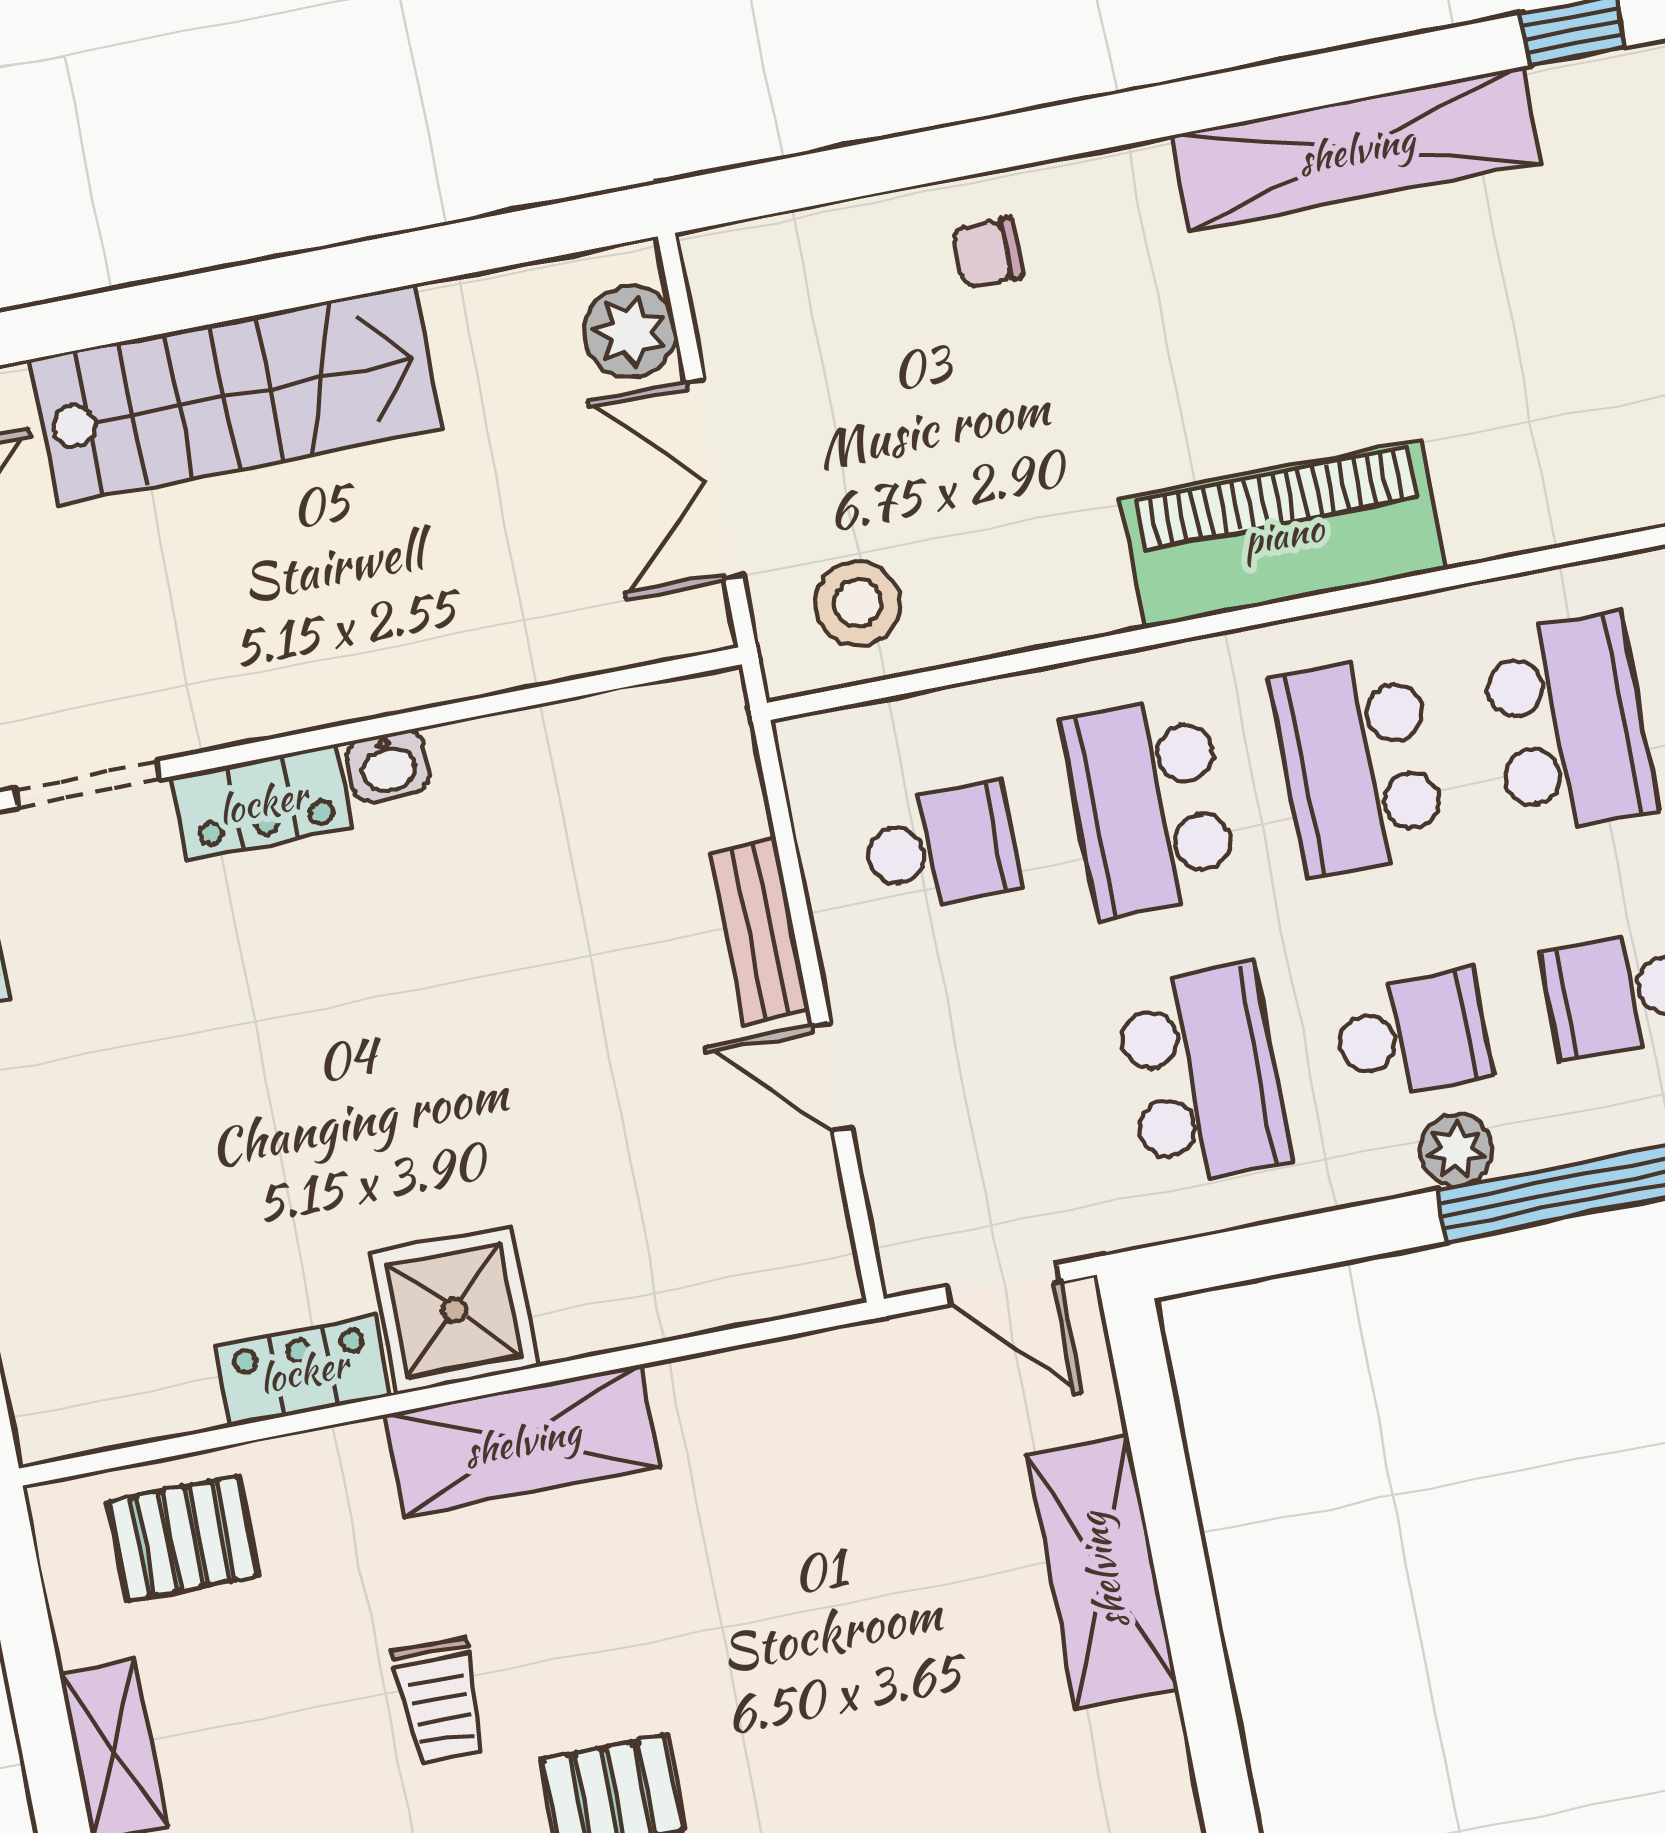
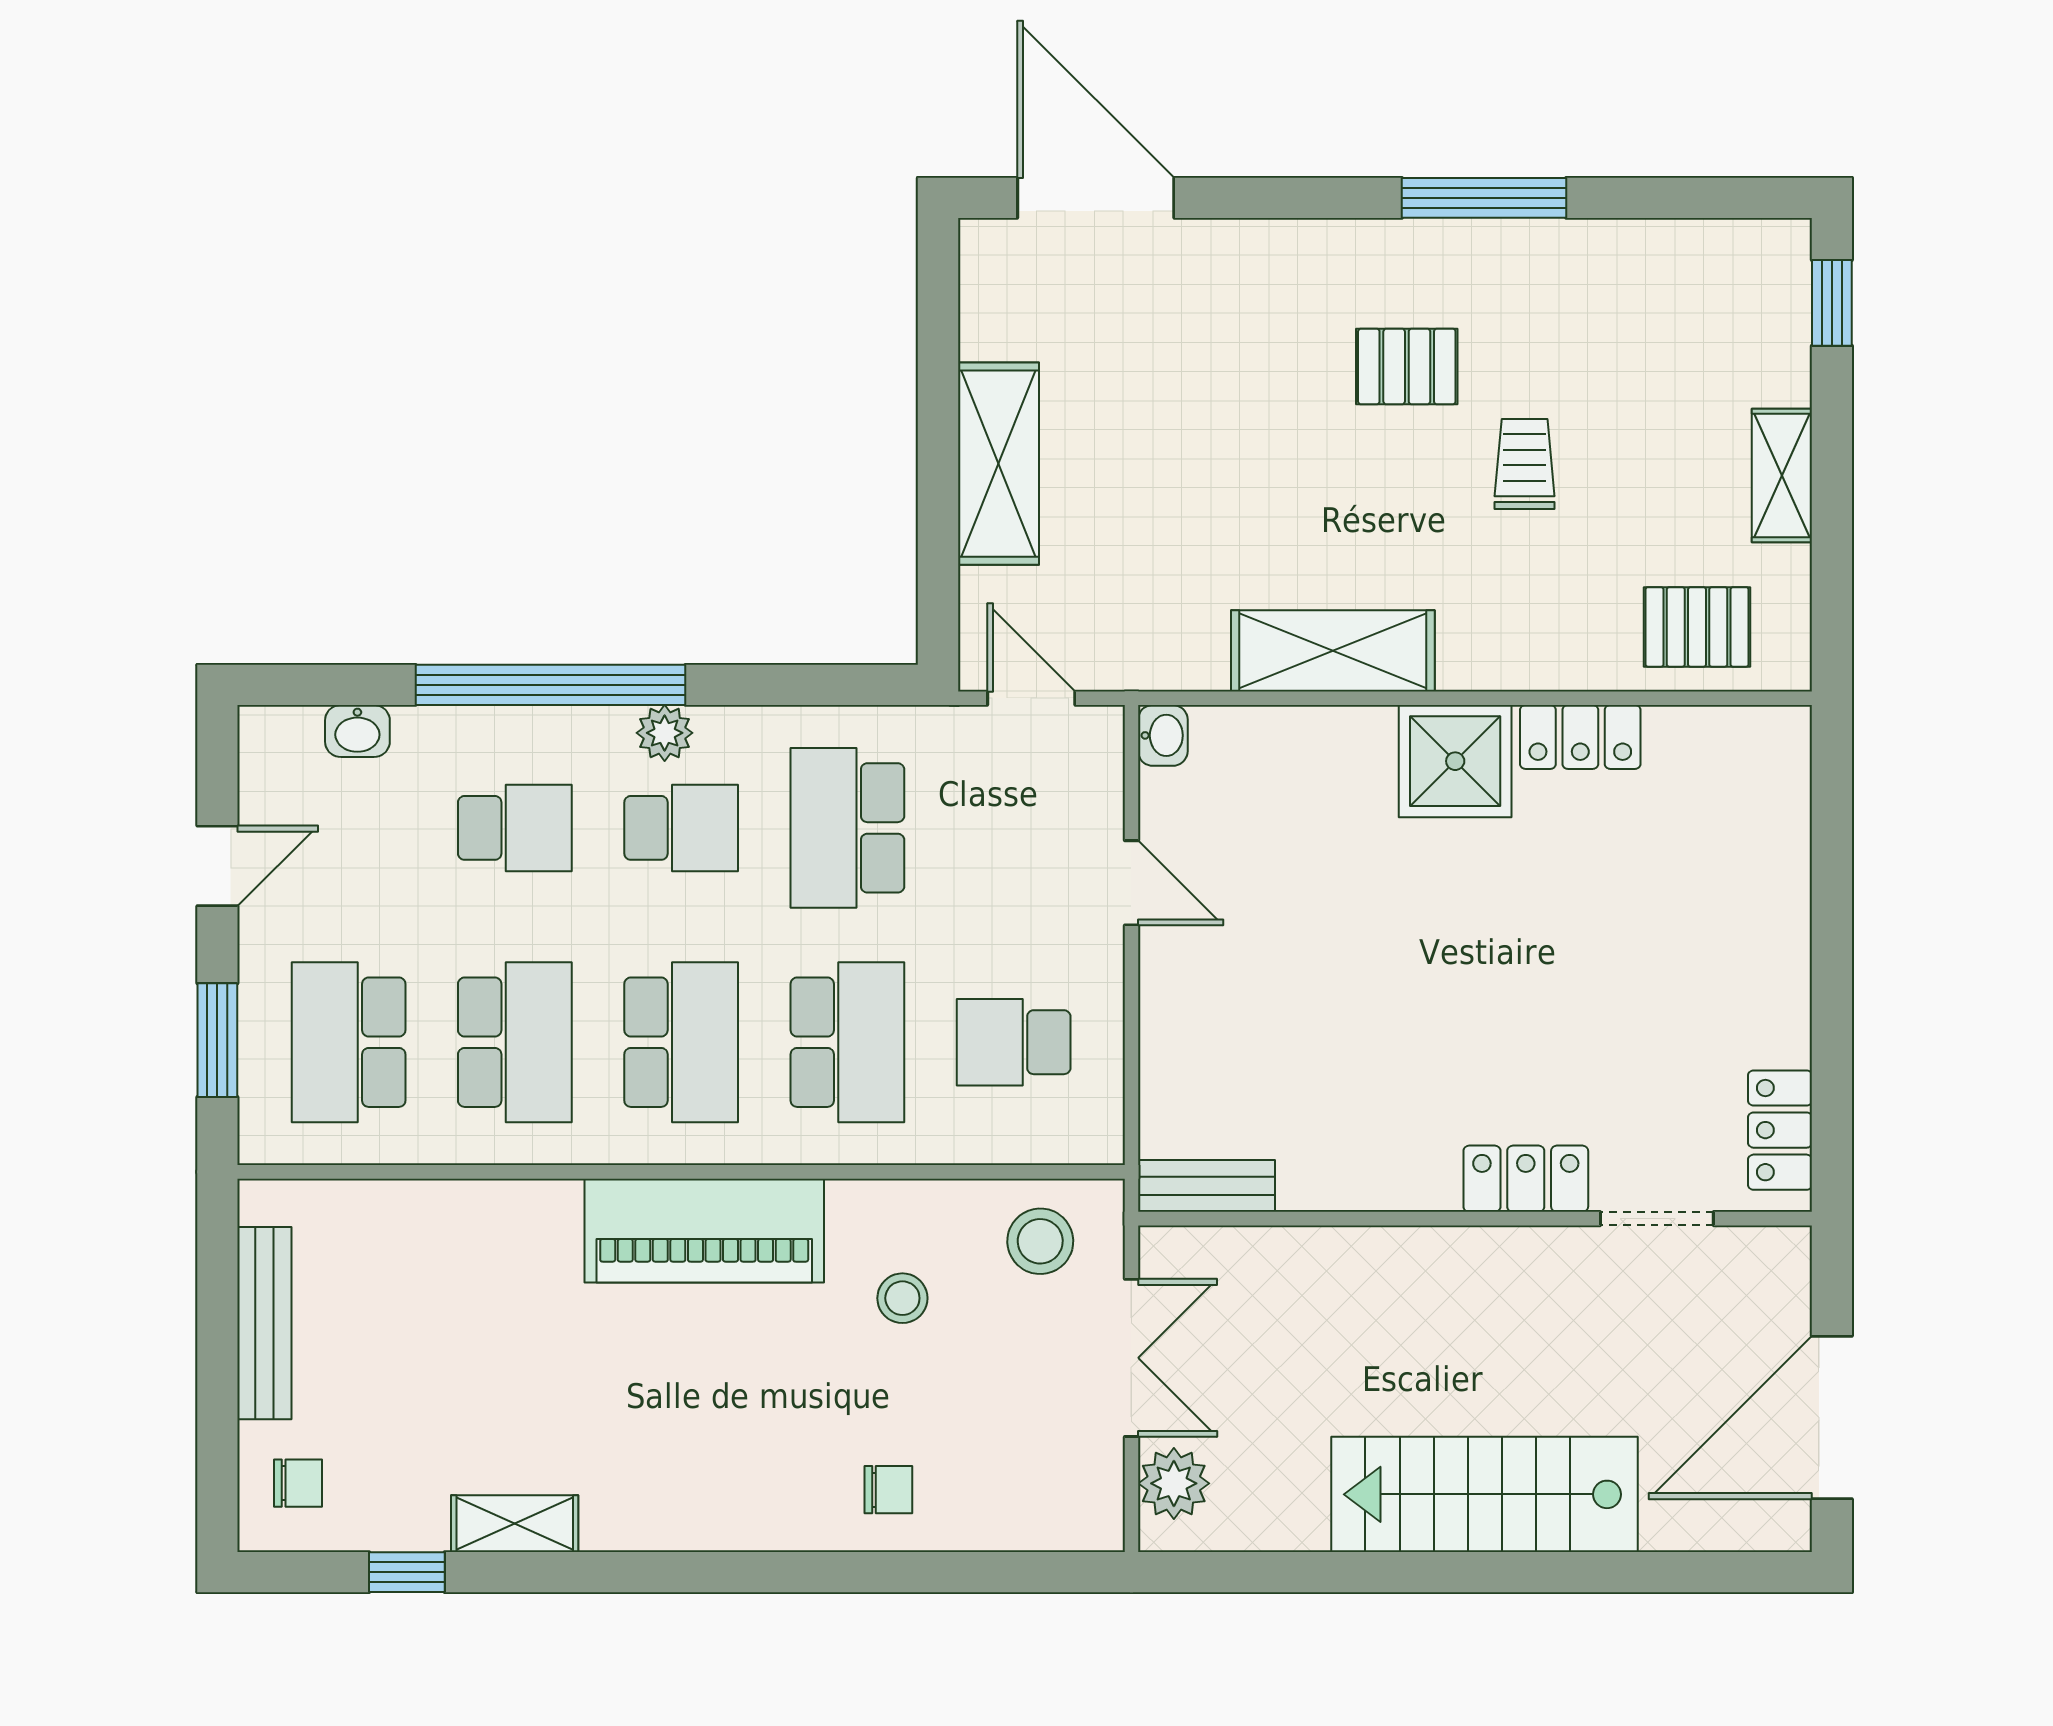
shelving: (1356, 149) -> (515, 1524), width x0.45, depth x0.75
stool: (1017, 498) -> (902, 1298), added
school desk: (1568, 724) -> (515, 1042), turned 180
washbasin: (388, 766) -> (1163, 735), moved, turned 90
bench: (760, 931) -> (1206, 1186), moved, turned 90
school desk: (1412, 1035) -> (681, 828), turned 180
shelving: (522, 1441) -> (1333, 651), moved

